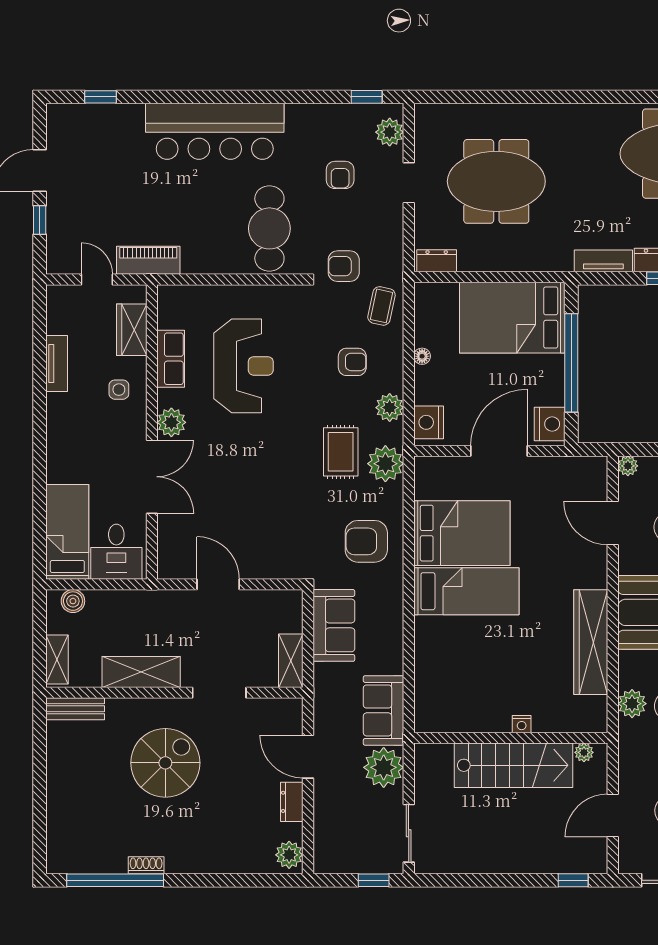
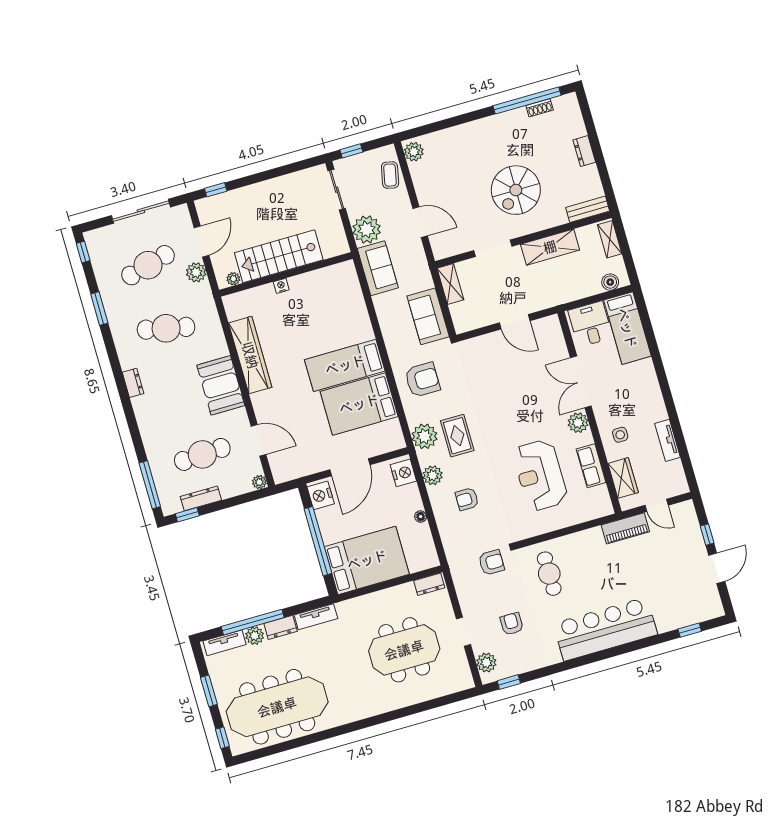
cafe table: (269, 228) -> (549, 574), width x0.73, depth x0.74
coffee table: (381, 306) -> (390, 175), moved
plant: (632, 704) -> (196, 272), moved
dresser: (292, 802) -> (584, 151), moved, turned 180
shoe rack: (146, 865) -> (540, 108), moved

